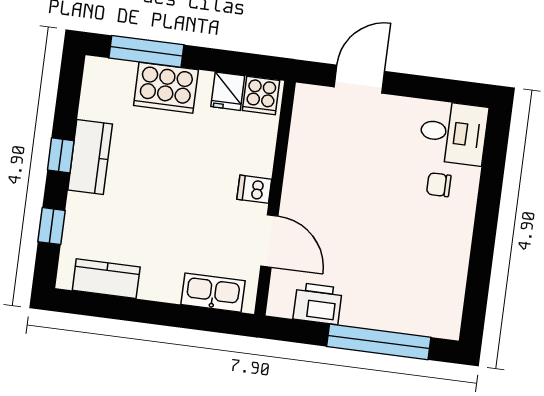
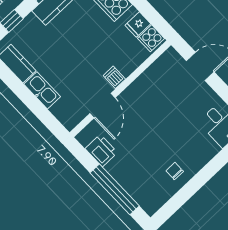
chair: (439, 185) -> (175, 171), moved
kitchen sink: (213, 293) -> (42, 90), moved

